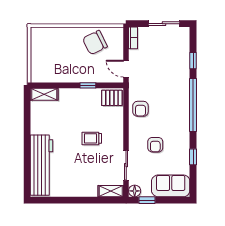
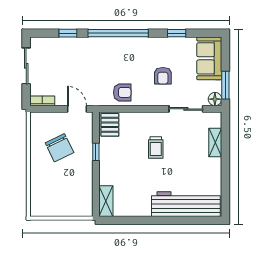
chair: (95, 43) -> (59, 148), moved
door: (126, 69) -> (77, 109), swing flipped
armchair: (155, 145) -> (163, 76), turned 90
shelving: (111, 191) -> (215, 142), moved
window: (147, 200) -> (225, 85), width x1.50

